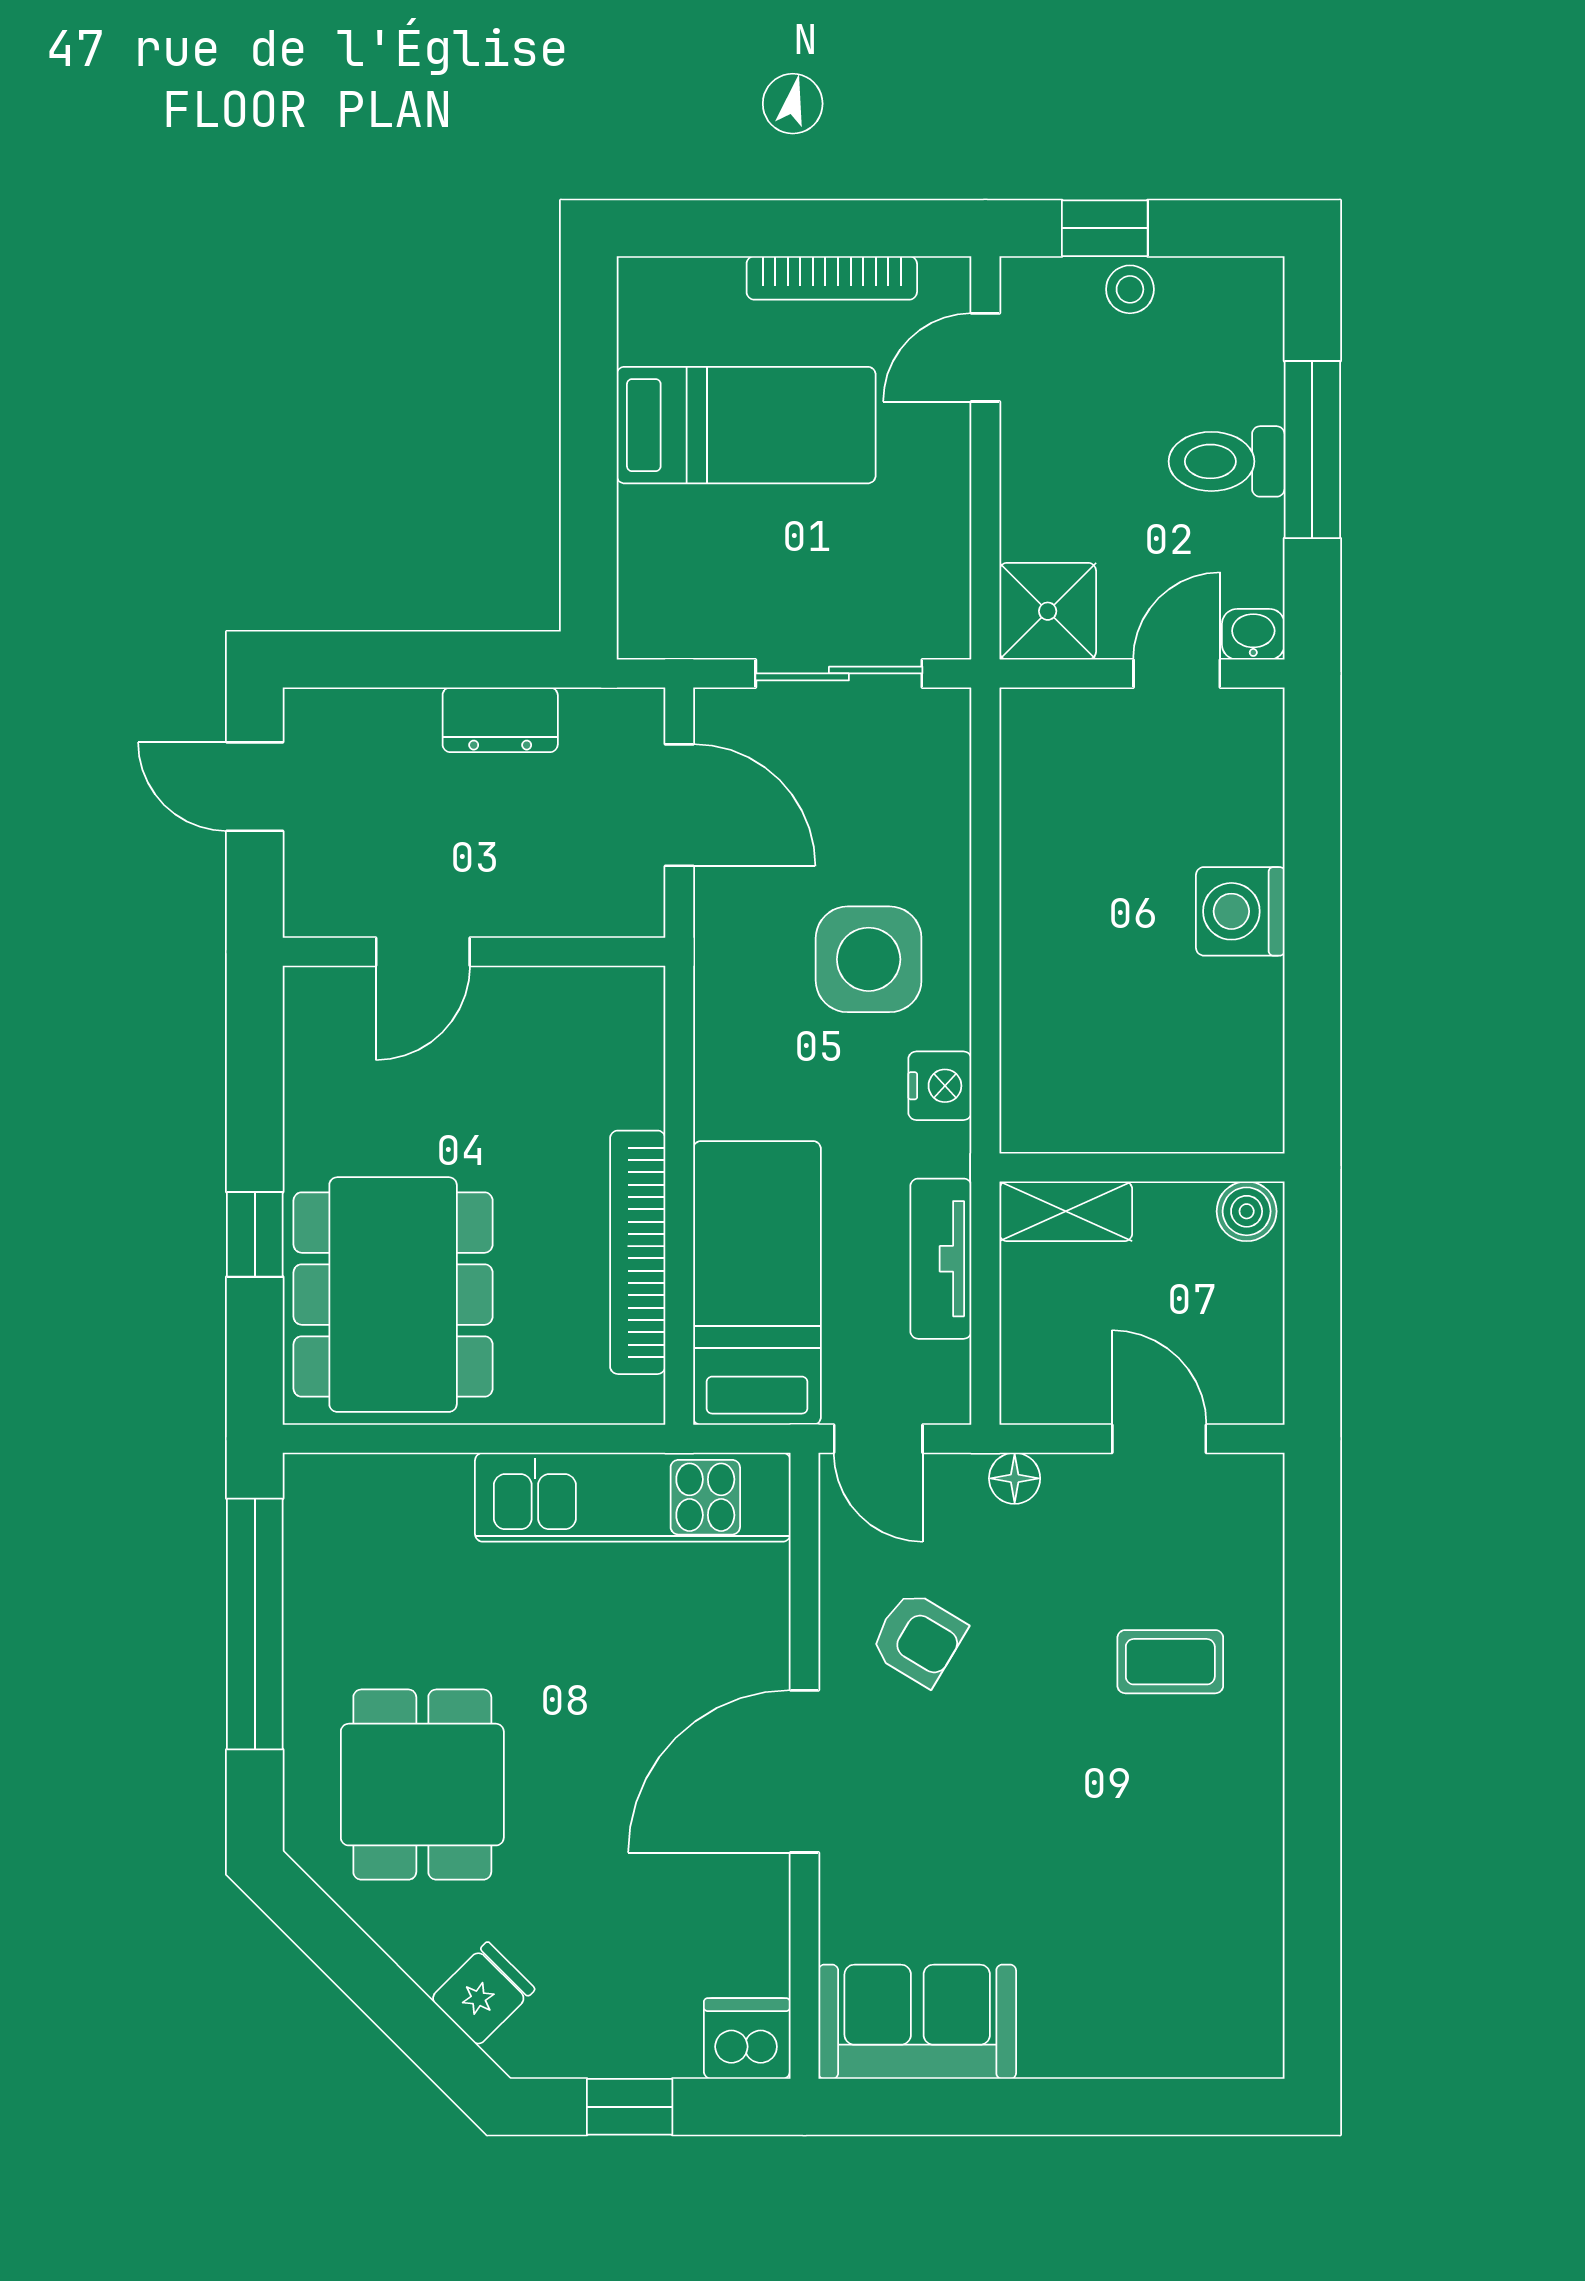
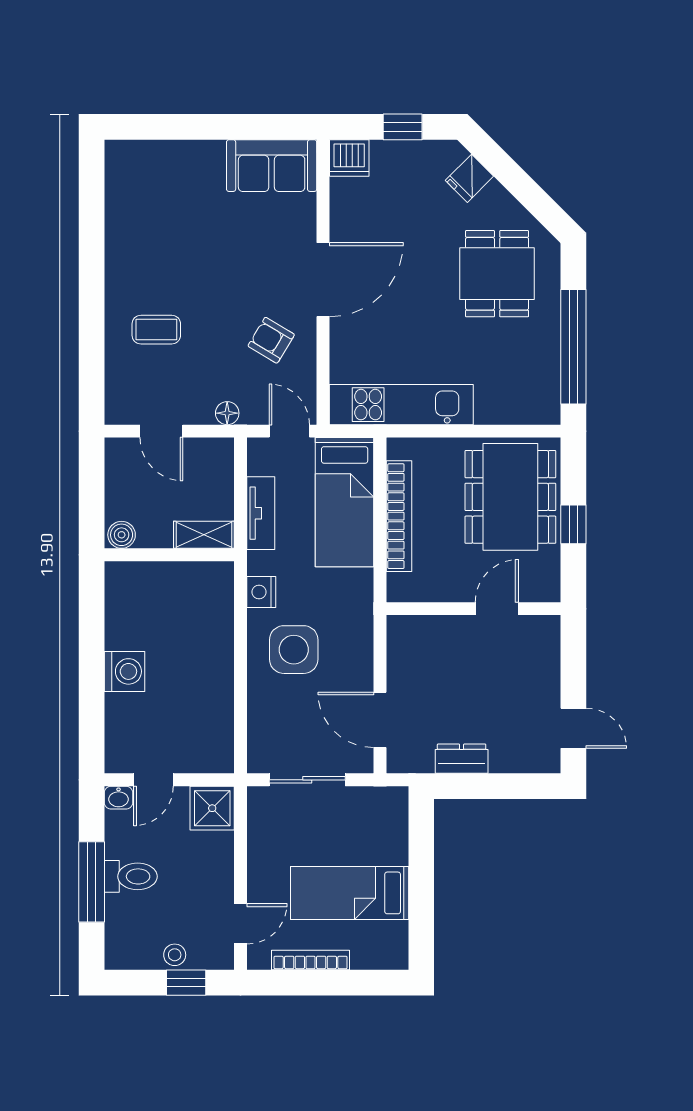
door: (423, 952) -> (497, 609), moved
wall: (474, 952) -> (474, 609), moved

